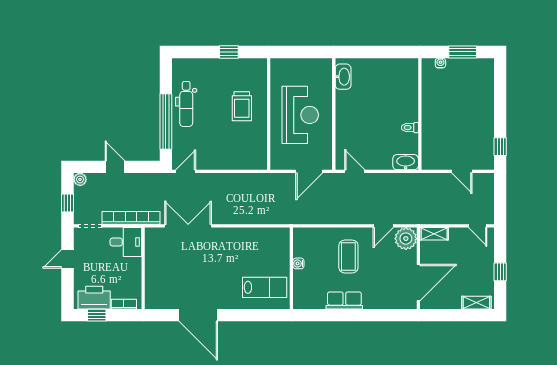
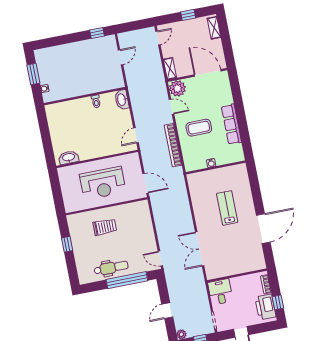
reception desk: (300, 115) -> (103, 183), turned 180
door: (309, 171) -> (145, 183), moved
bookcase: (131, 218) -> (173, 145), moved
lab bench: (265, 287) -> (227, 208), moved
row of seats: (344, 300) -> (231, 124), width x1.48

